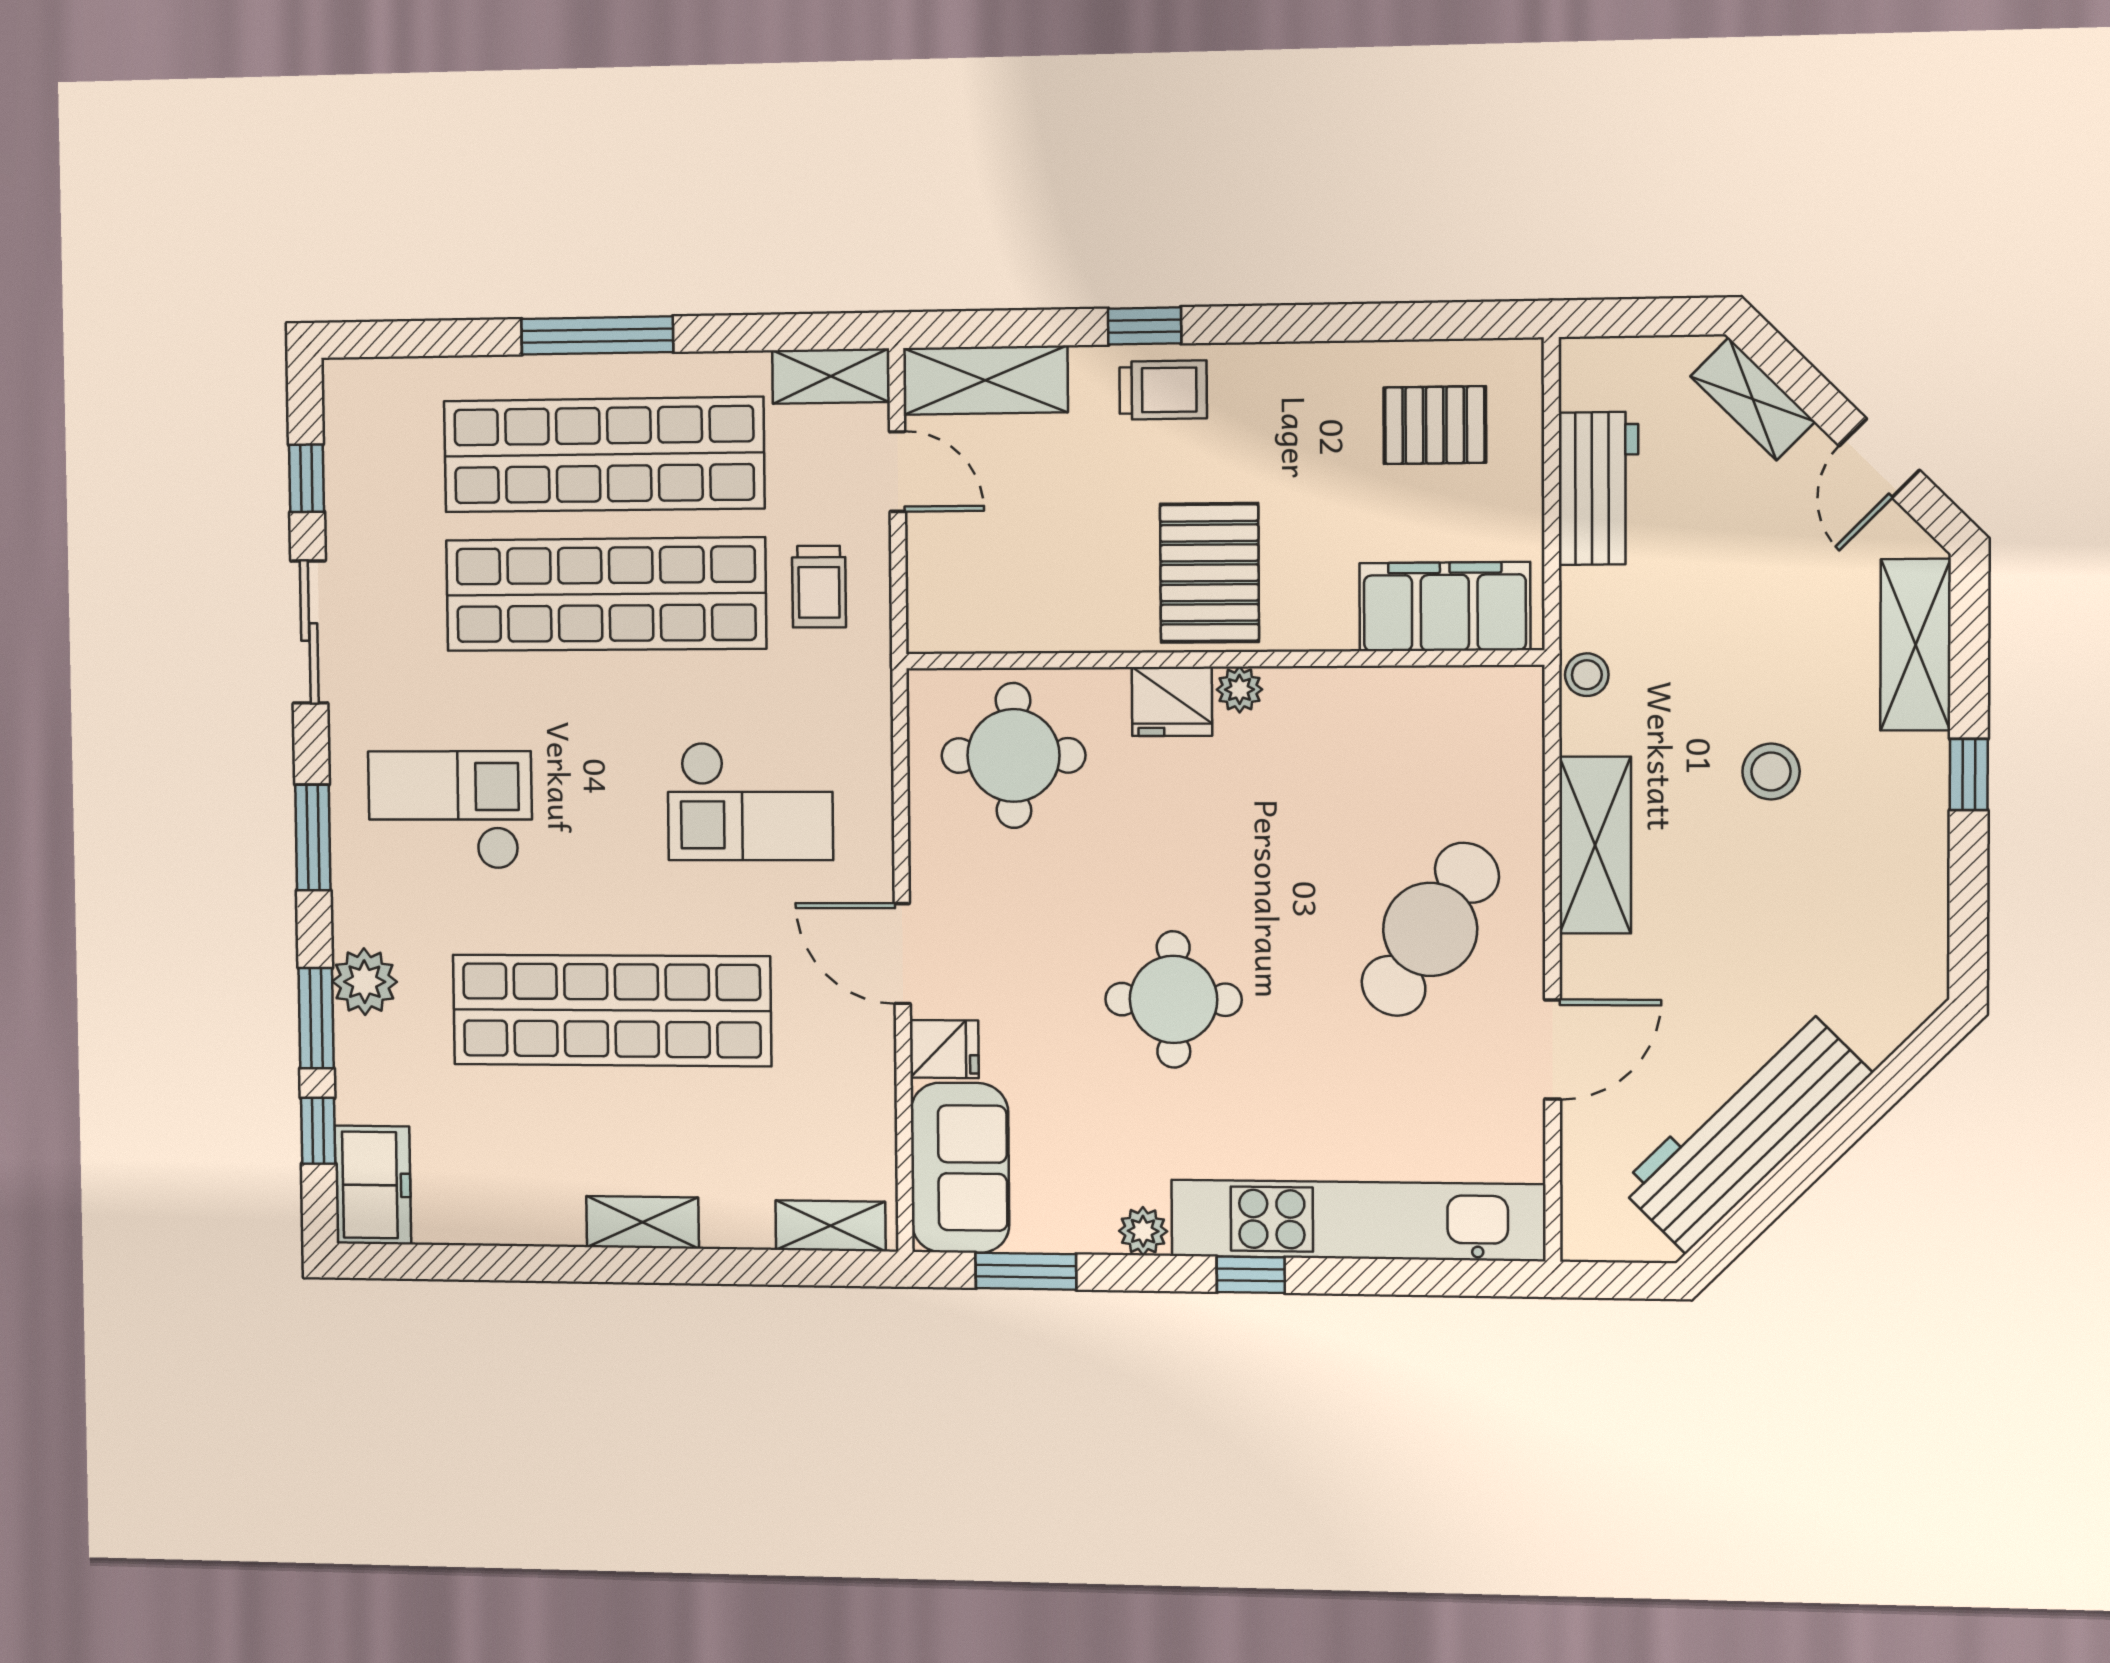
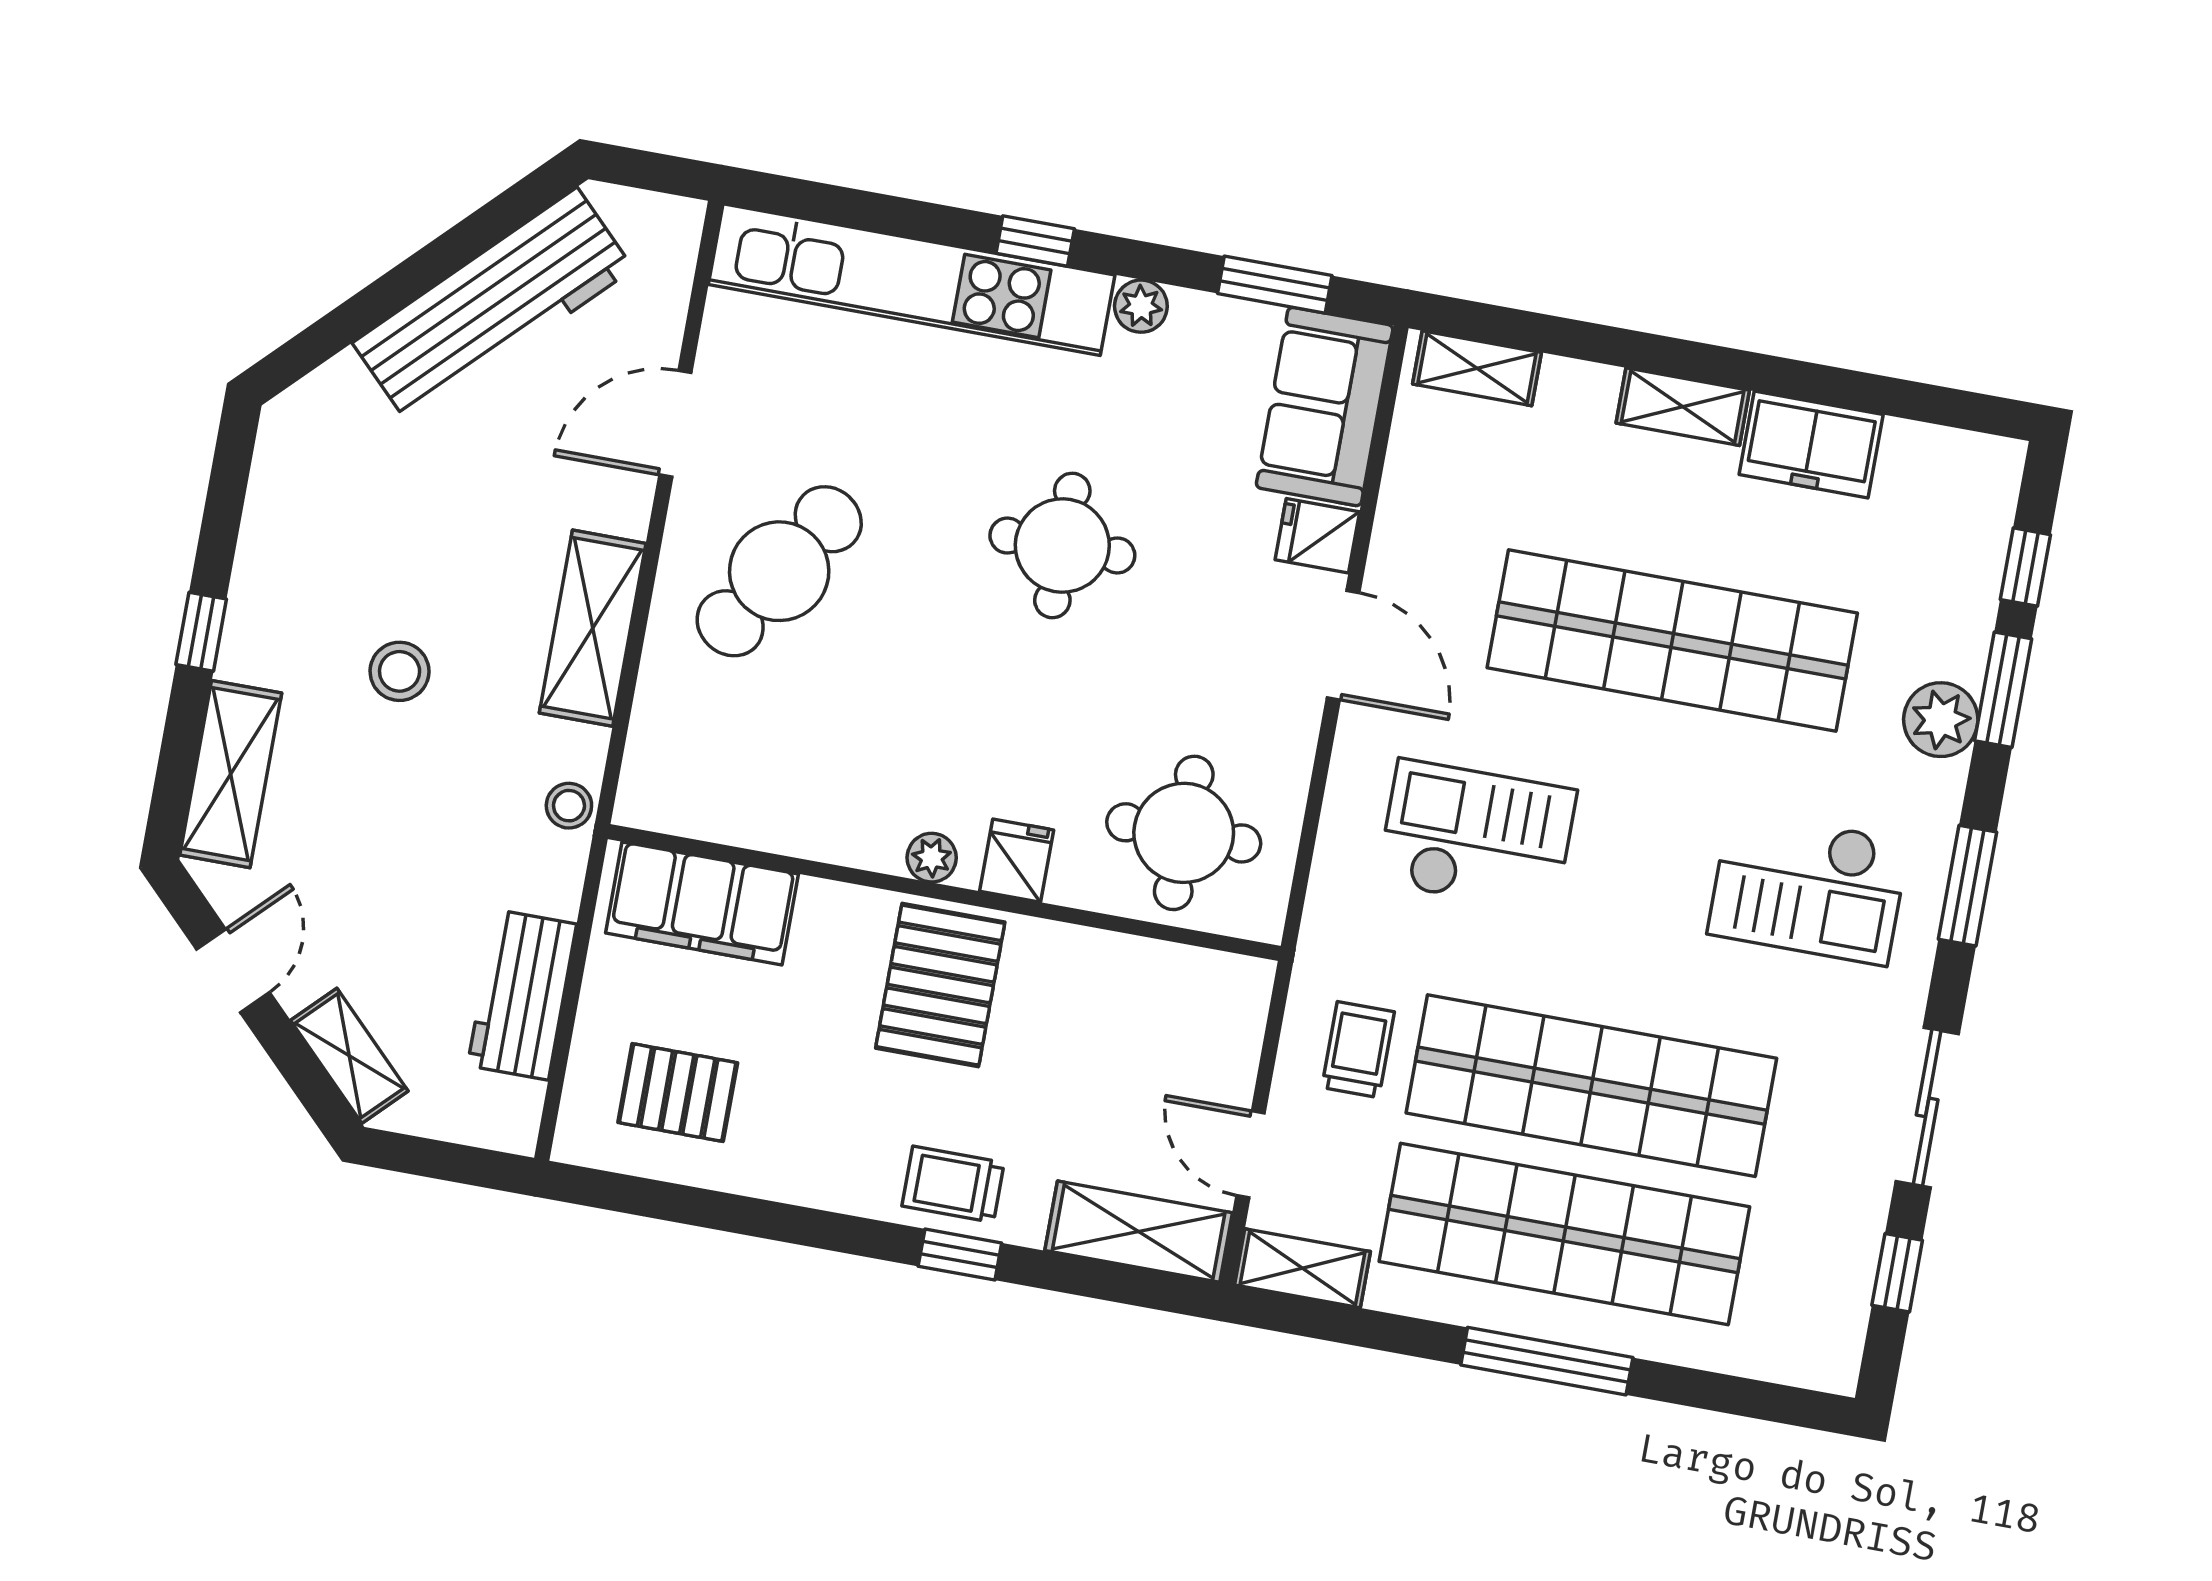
fridge: (1172, 701) -> (1017, 861), width x0.72
freezer: (373, 1185) -> (1811, 445), moved, turned -90

